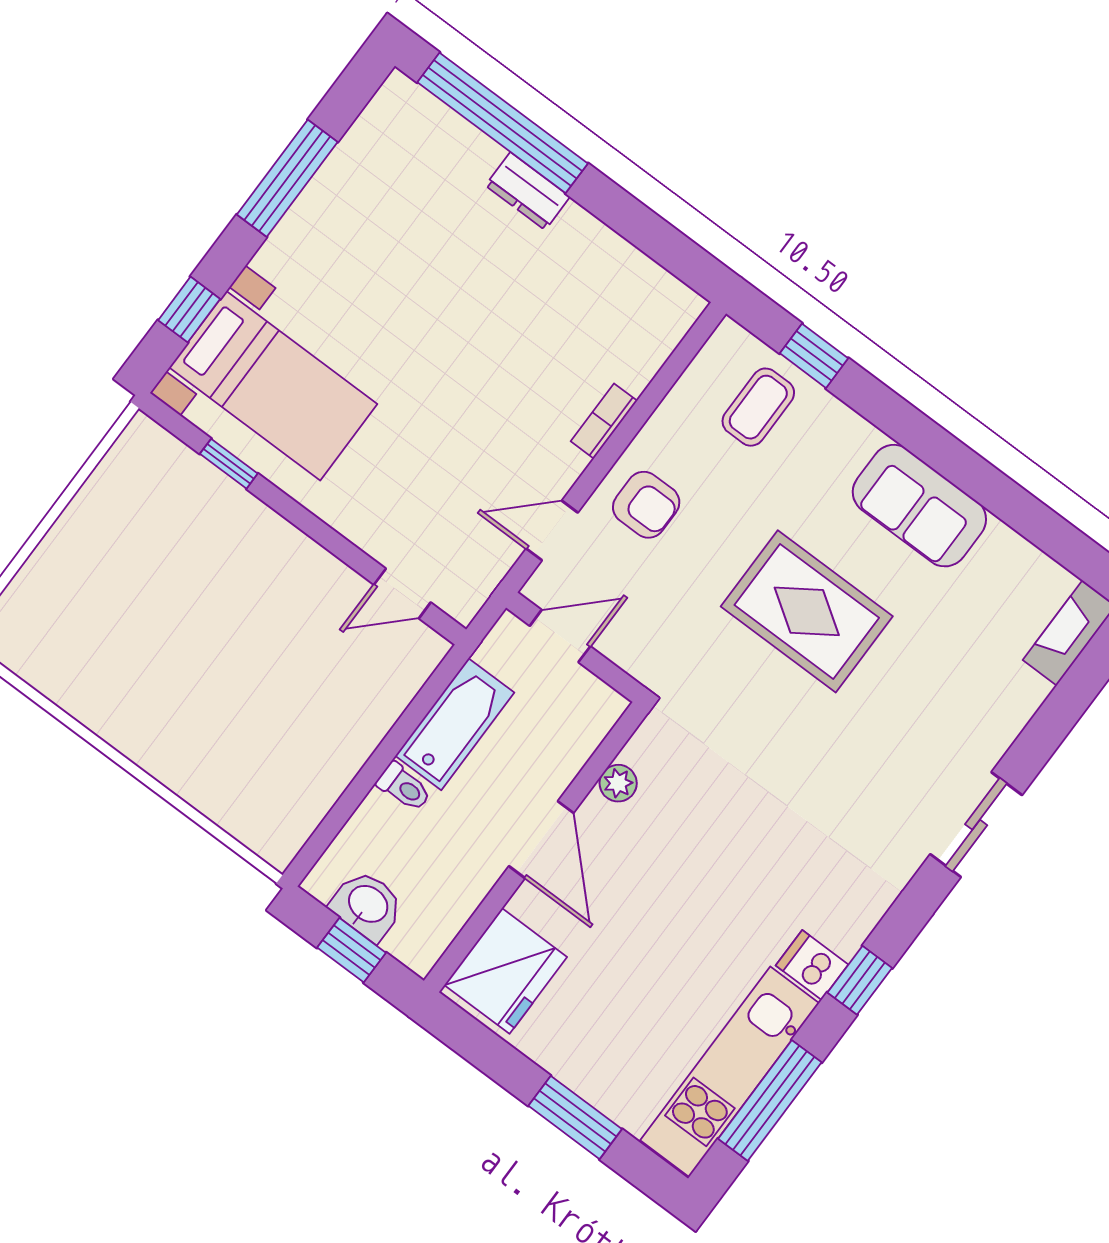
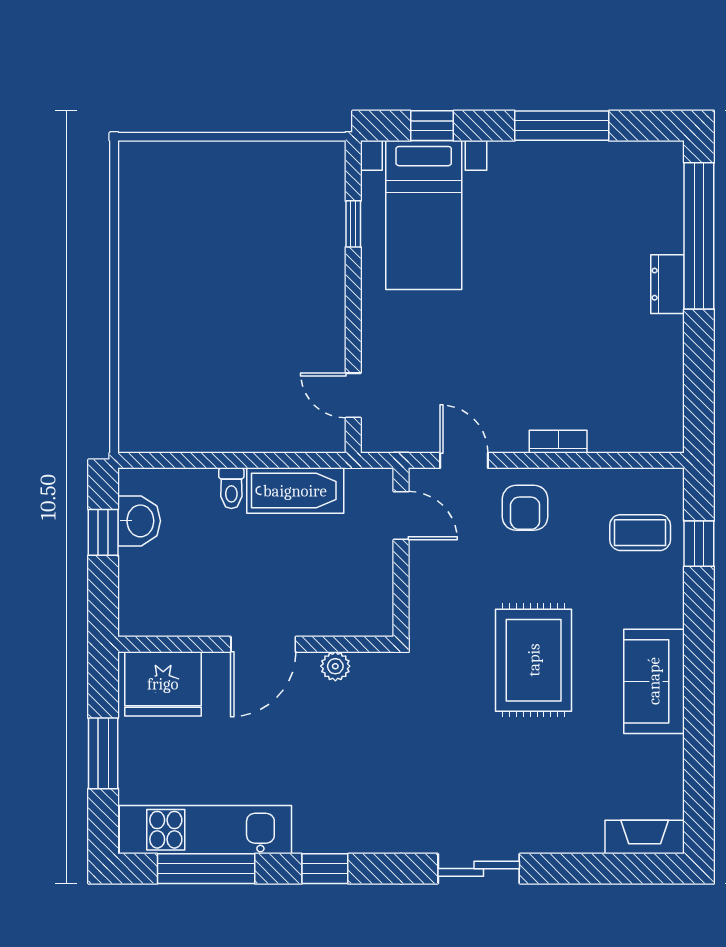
plant: (618, 783) -> (335, 666), moved
door: (541, 840) -> (263, 644), moved
wall: (536, 847) -> (256, 644), moved
dishwasher: (812, 965) -> (312, 831), removed
fridge: (506, 971) -> (163, 684), moved

